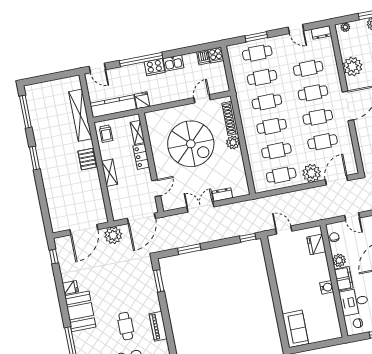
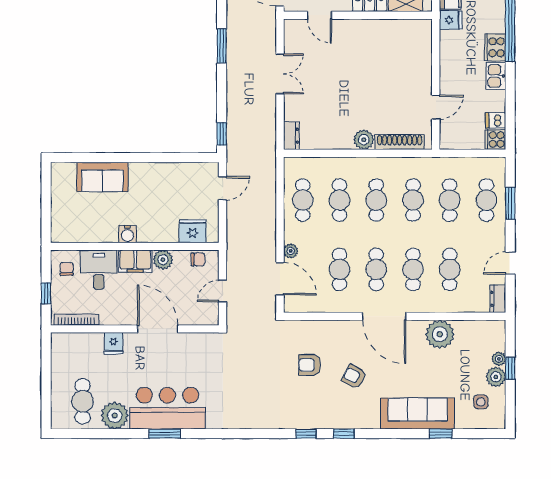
plant: (345, 27) -> (499, 359), moved
door: (202, 99) -> (436, 107), hinge flipped
spiral stairs: (191, 144) -> (374, 78), removed
plant: (312, 173) -> (291, 251), width x0.53, depth x0.53
dresser: (222, 195) -> (291, 136), moved
sofa: (295, 329) -> (102, 177), moved

